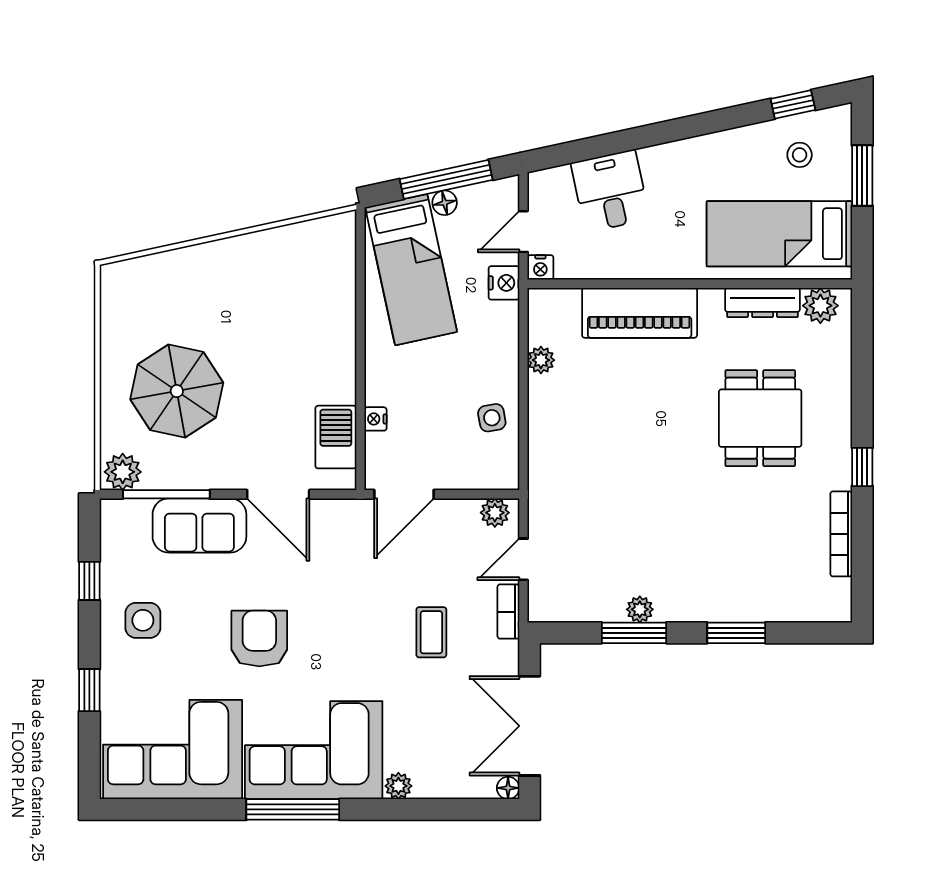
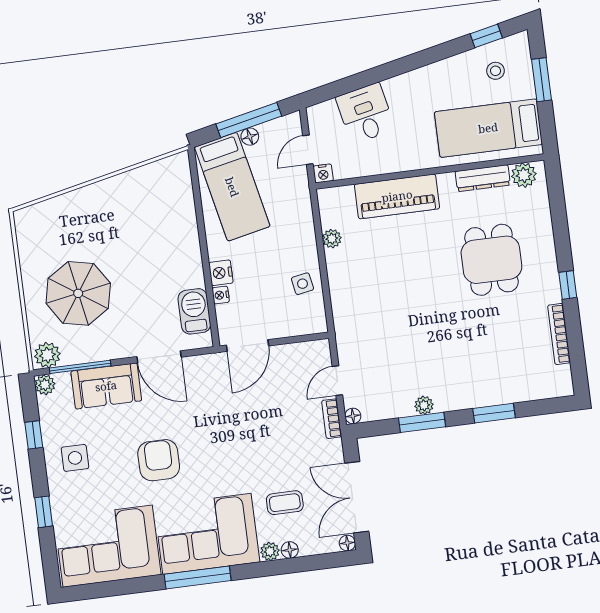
nightstand: (504, 283) -> (221, 273), moved, turned 180
plant: (495, 513) -> (45, 385), moved
floor lamp: (539, 611) -> (353, 416), added
coffee table: (431, 632) -> (285, 503), moved, turned 90
floor lamp: (426, 787) -> (290, 550), added

